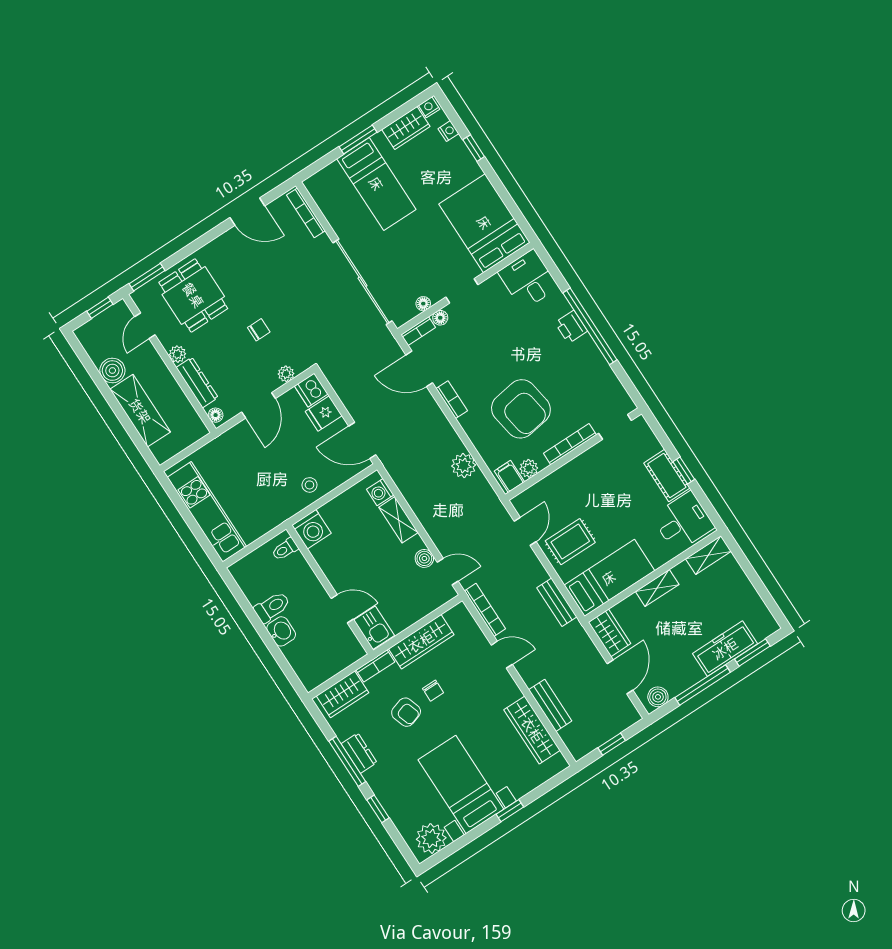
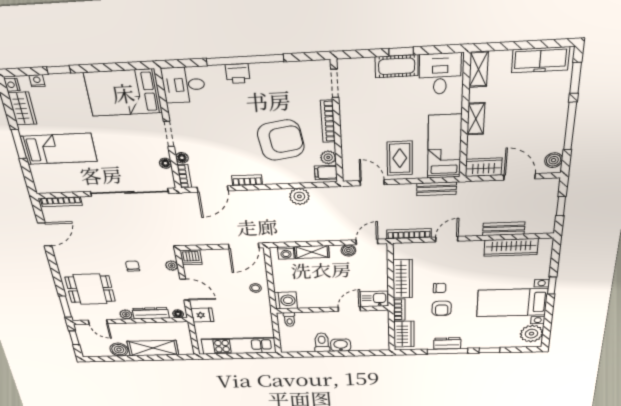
fridge: (324, 414) -> (202, 315), moved, turned -90
freezer: (725, 649) -> (540, 60), moved, turned -90
armchair: (406, 712) -> (442, 308), turned 108

